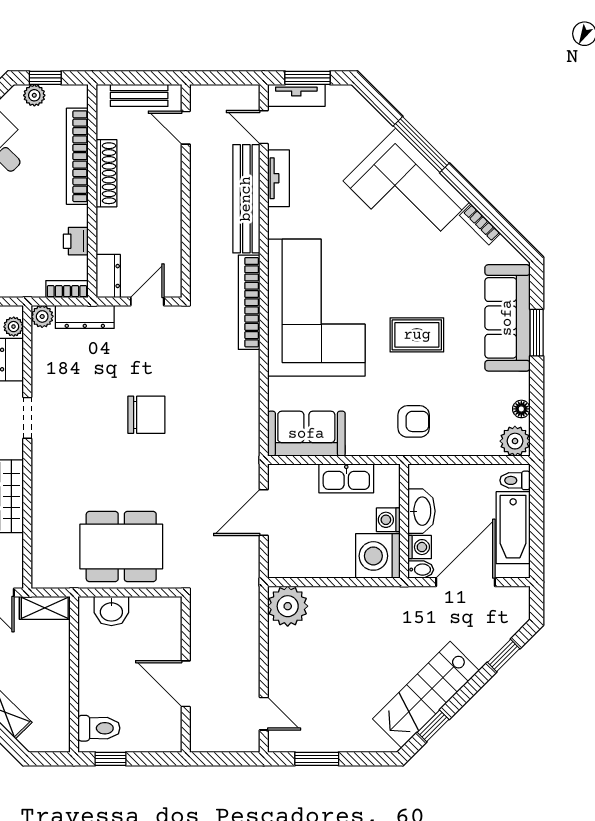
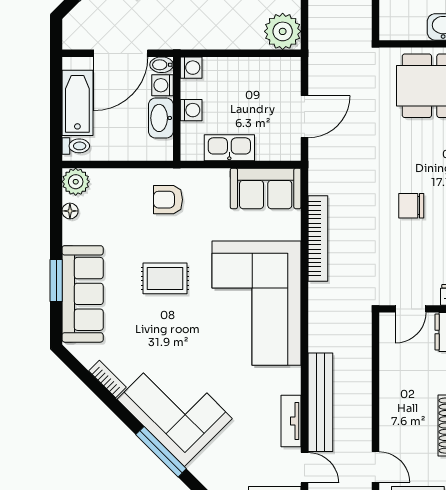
bookcase: (249, 302) -> (318, 238), moved
chair: (146, 415) -> (411, 206), width x0.73, depth x0.73
washing machine: (378, 556) -> (191, 68), width x0.53, depth x0.53

